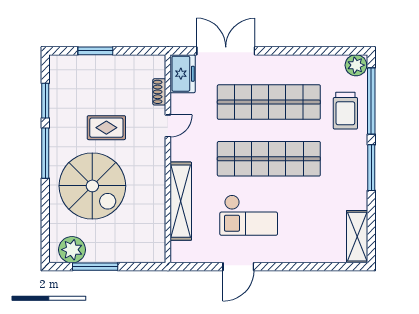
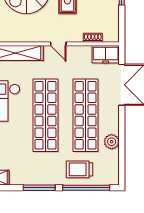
plant: (356, 65) -> (112, 142), moved
door: (168, 126) -> (58, 44), moved

